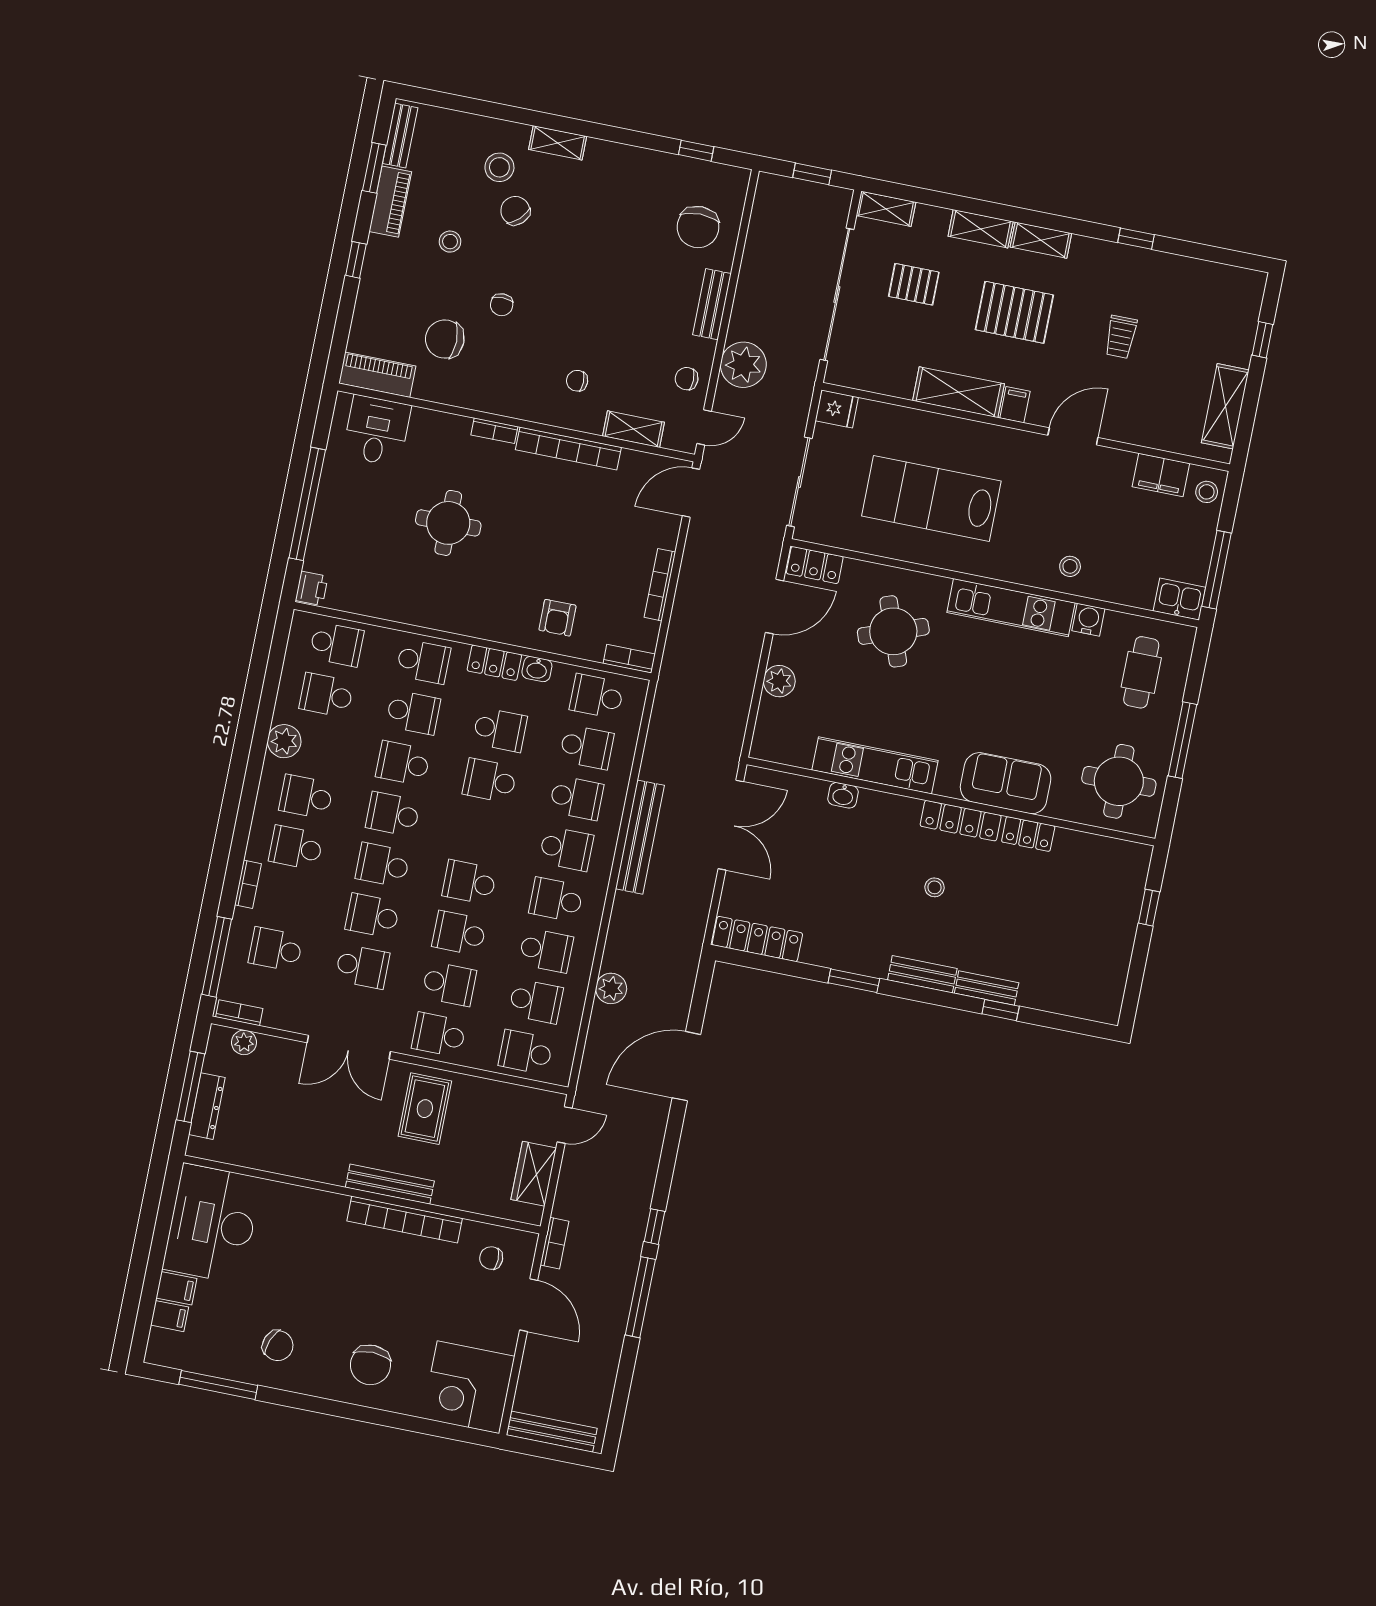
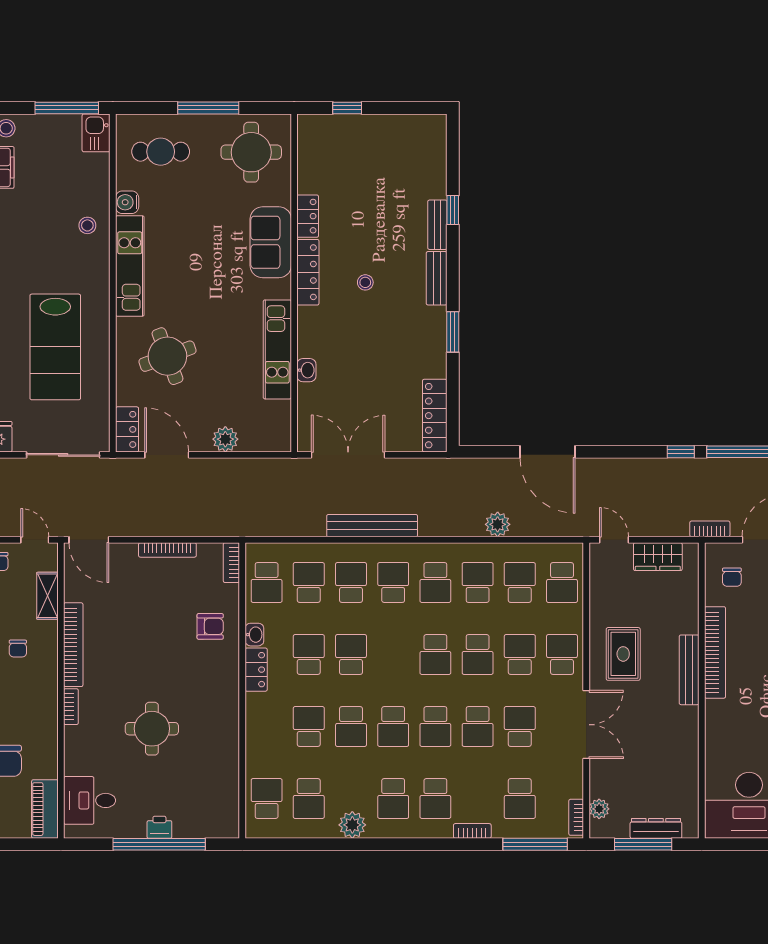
printer: (312, 588) -> (159, 827), moved
school desk: (423, 662) -> (267, 726), removed
school desk: (490, 781) -> (351, 654), turned 180
school desk: (439, 1035) -> (562, 654), turned 180
rug: (425, 1109) -> (623, 654), turned 90

